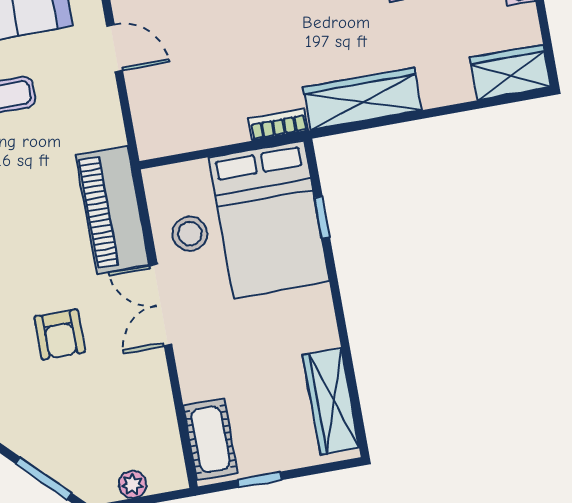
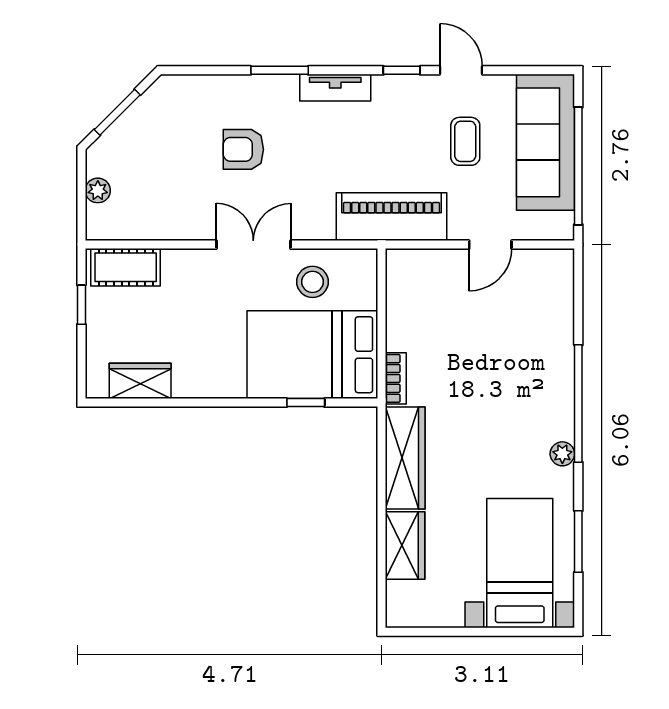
wardrobe: (510, 72) -> (405, 546), moved
piano: (113, 210) -> (392, 217), moved
wardrobe: (331, 401) -> (140, 381), width x0.67

